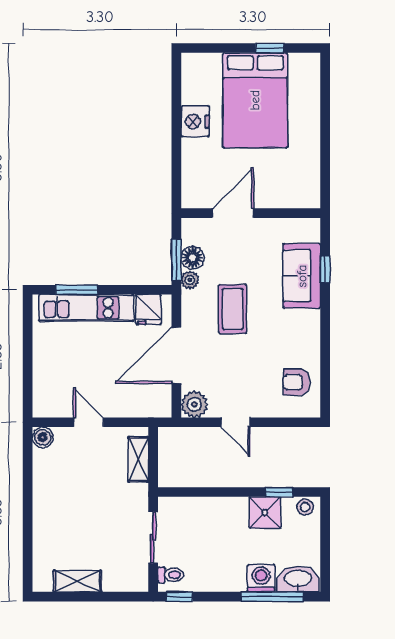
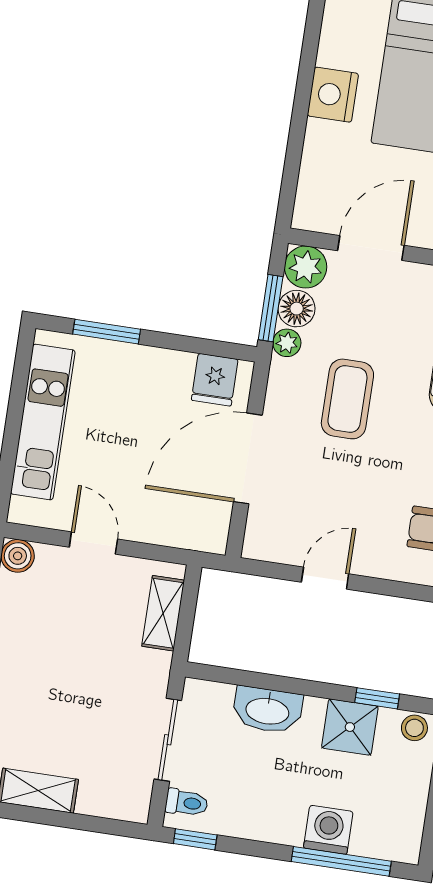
kitchen unit: (86, 308) -> (43, 422), moved, turned -90
plant: (194, 404) -> (306, 267), moved
door: (236, 422) -> (325, 578), swing flipped
washbasin: (298, 579) -> (268, 710), moved, turned 180

